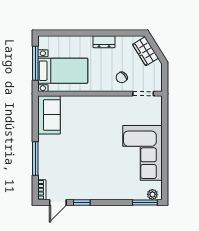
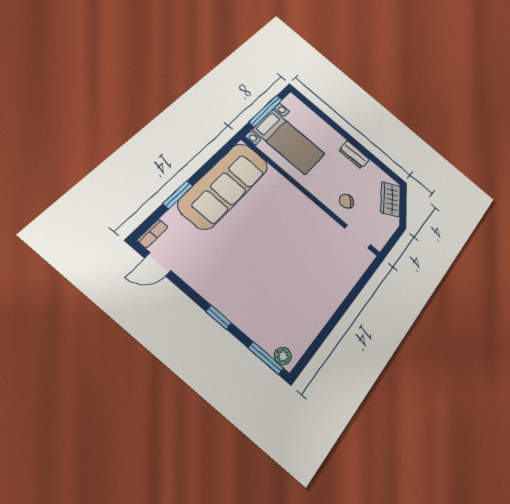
sofa: (49, 115) -> (224, 185), width x1.85, depth x1.27
corner sofa: (142, 153) -> (308, 297), removed
window: (35, 159) -> (178, 195), width x0.69
window: (82, 202) -> (219, 317), moved

